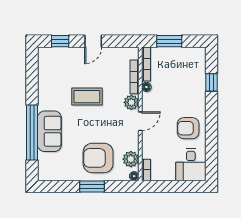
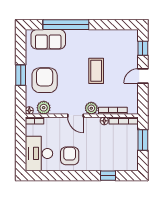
door: (93, 41) -> (143, 76), hinge flipped
sofa: (49, 131) -> (48, 39), moved
desk: (191, 165) -> (39, 153), width x1.37

